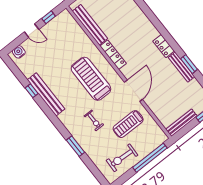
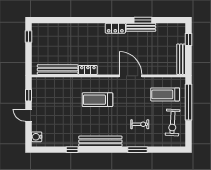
door: (32, 31) -> (29, 115), swing flipped
locker: (113, 55) -> (88, 70), width x0.66
treadmill: (91, 79) -> (97, 100), width x0.73, depth x0.73
bench: (46, 94) -> (100, 141), moved
exercise bike: (94, 120) -> (140, 124), moved
treadmill: (128, 124) -> (165, 94), moved, turned 90

